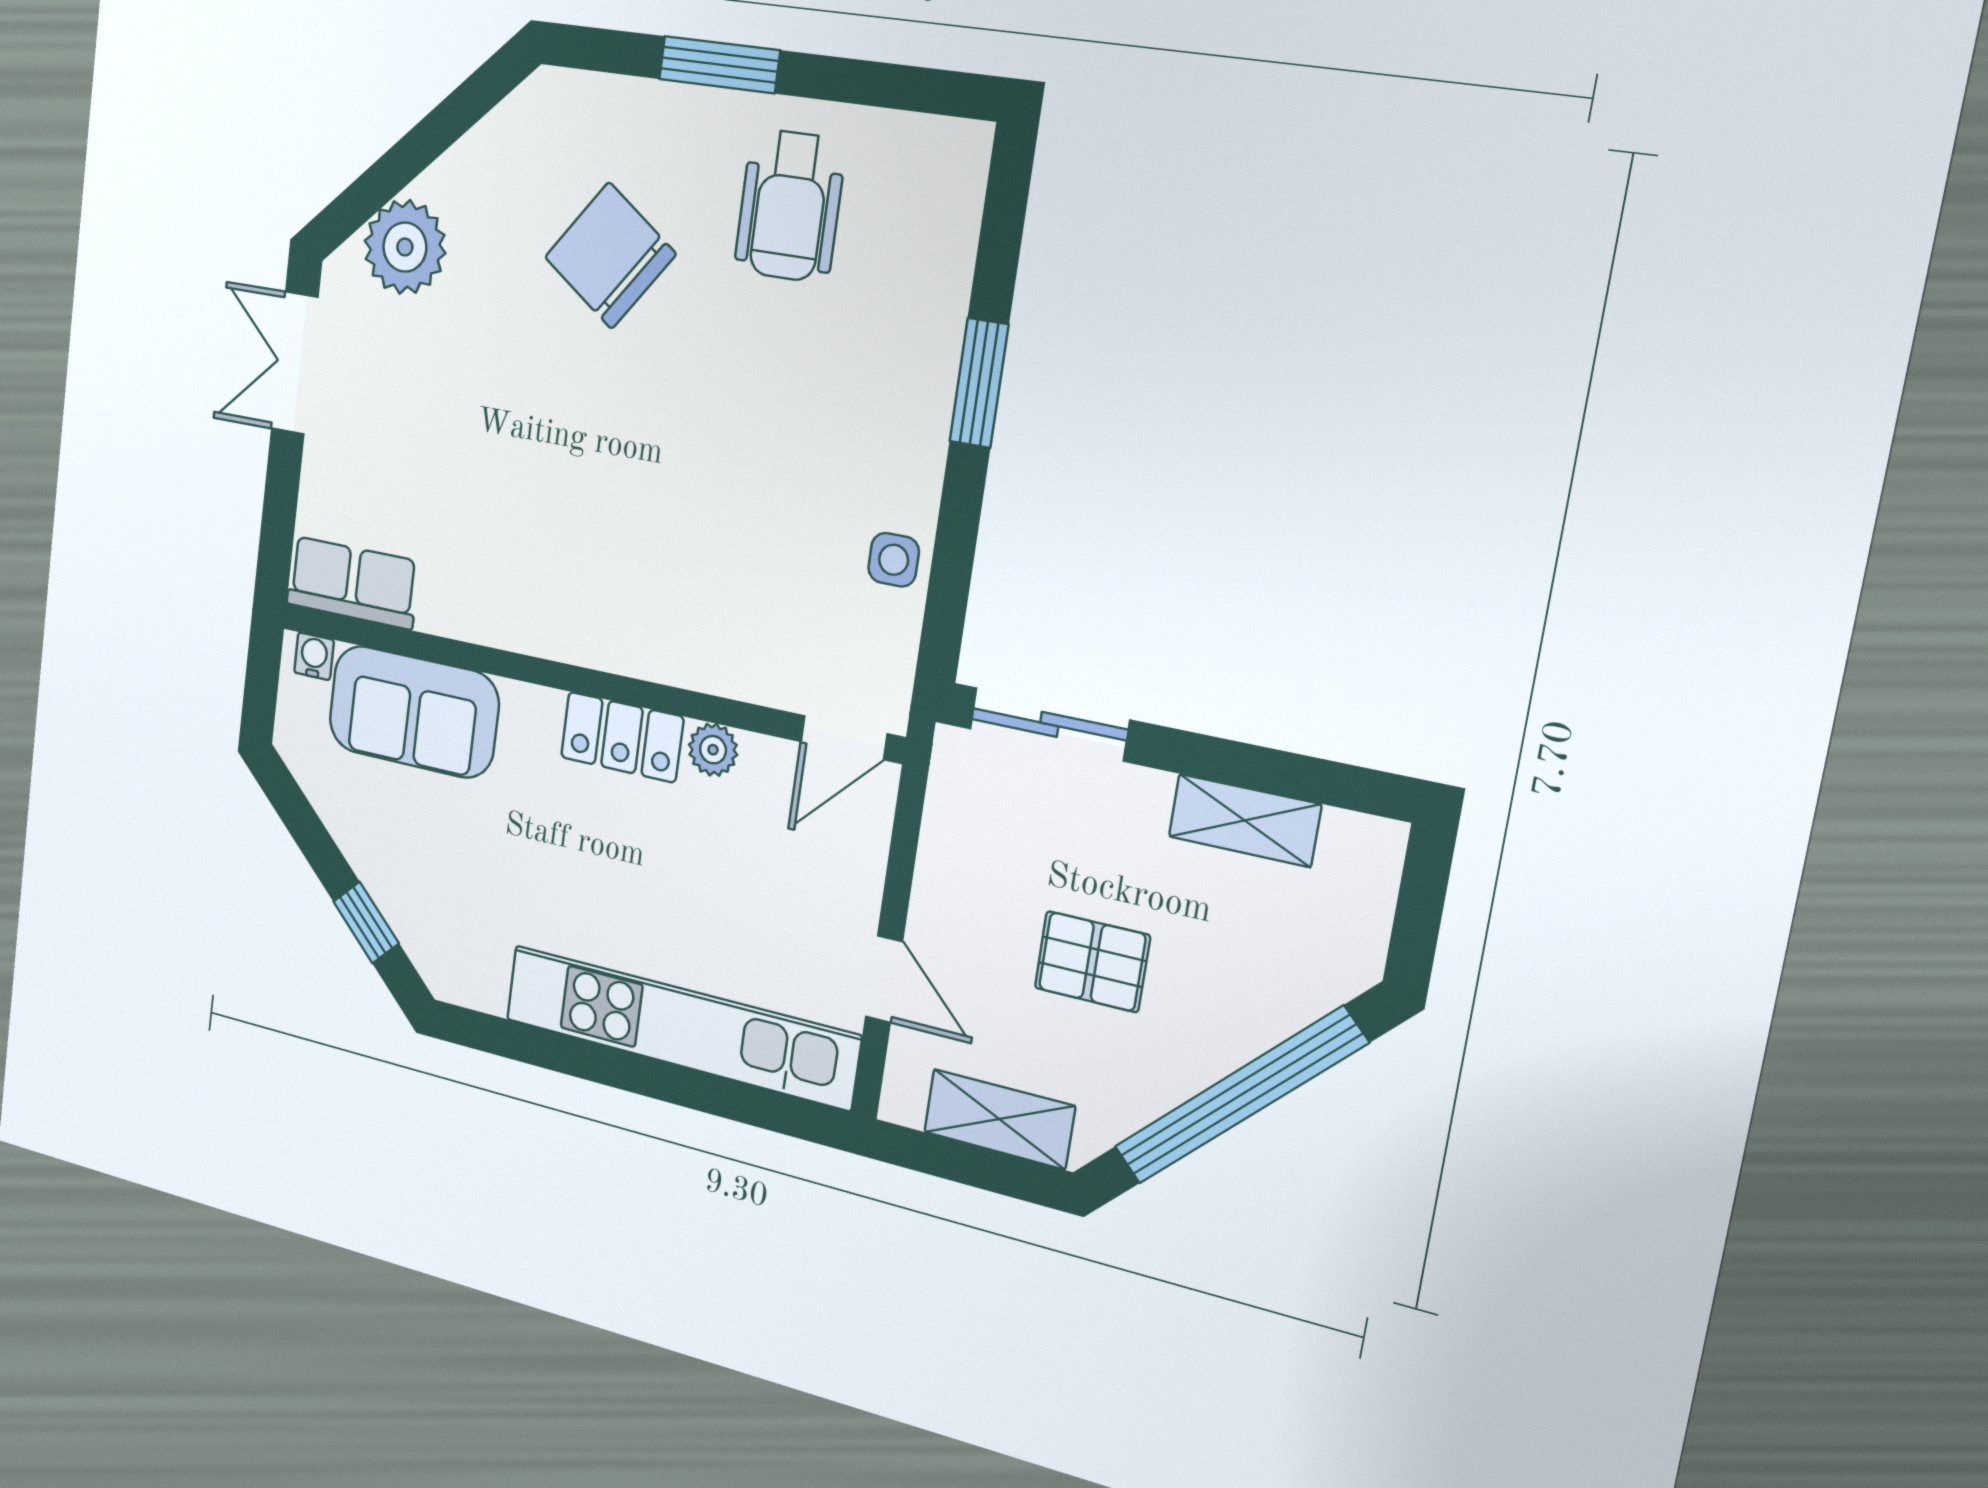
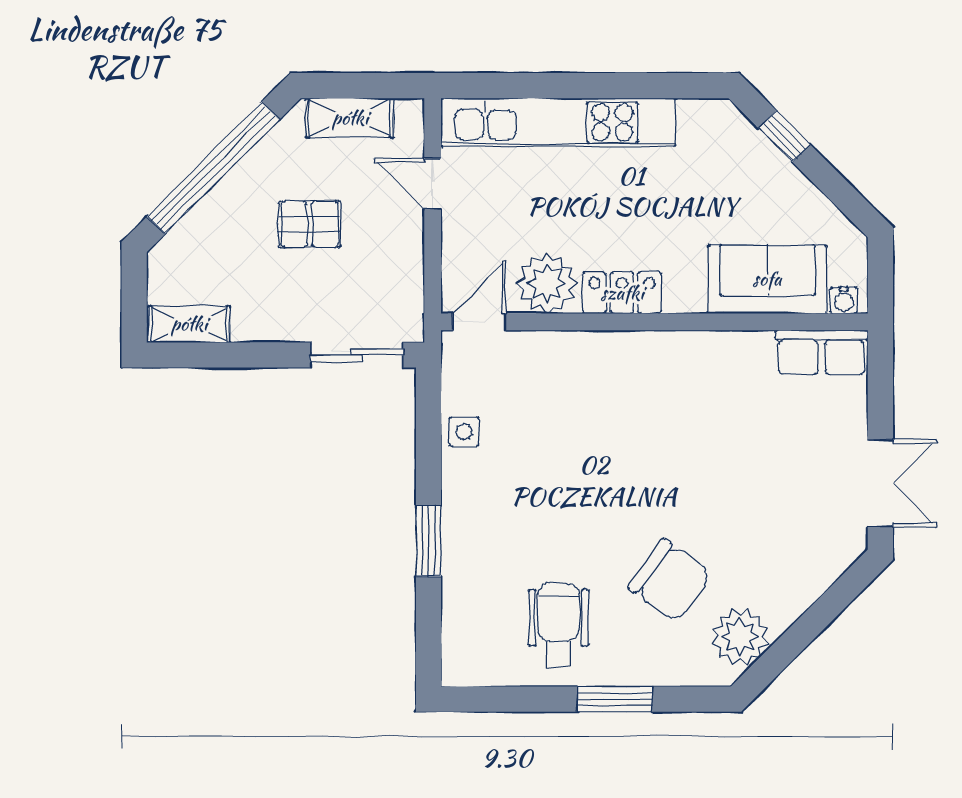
plant: (405, 247) -> (740, 637), moved
plant: (713, 750) -> (547, 283), width x1.88, depth x1.88
shelving: (1245, 820) -> (189, 324), moved

